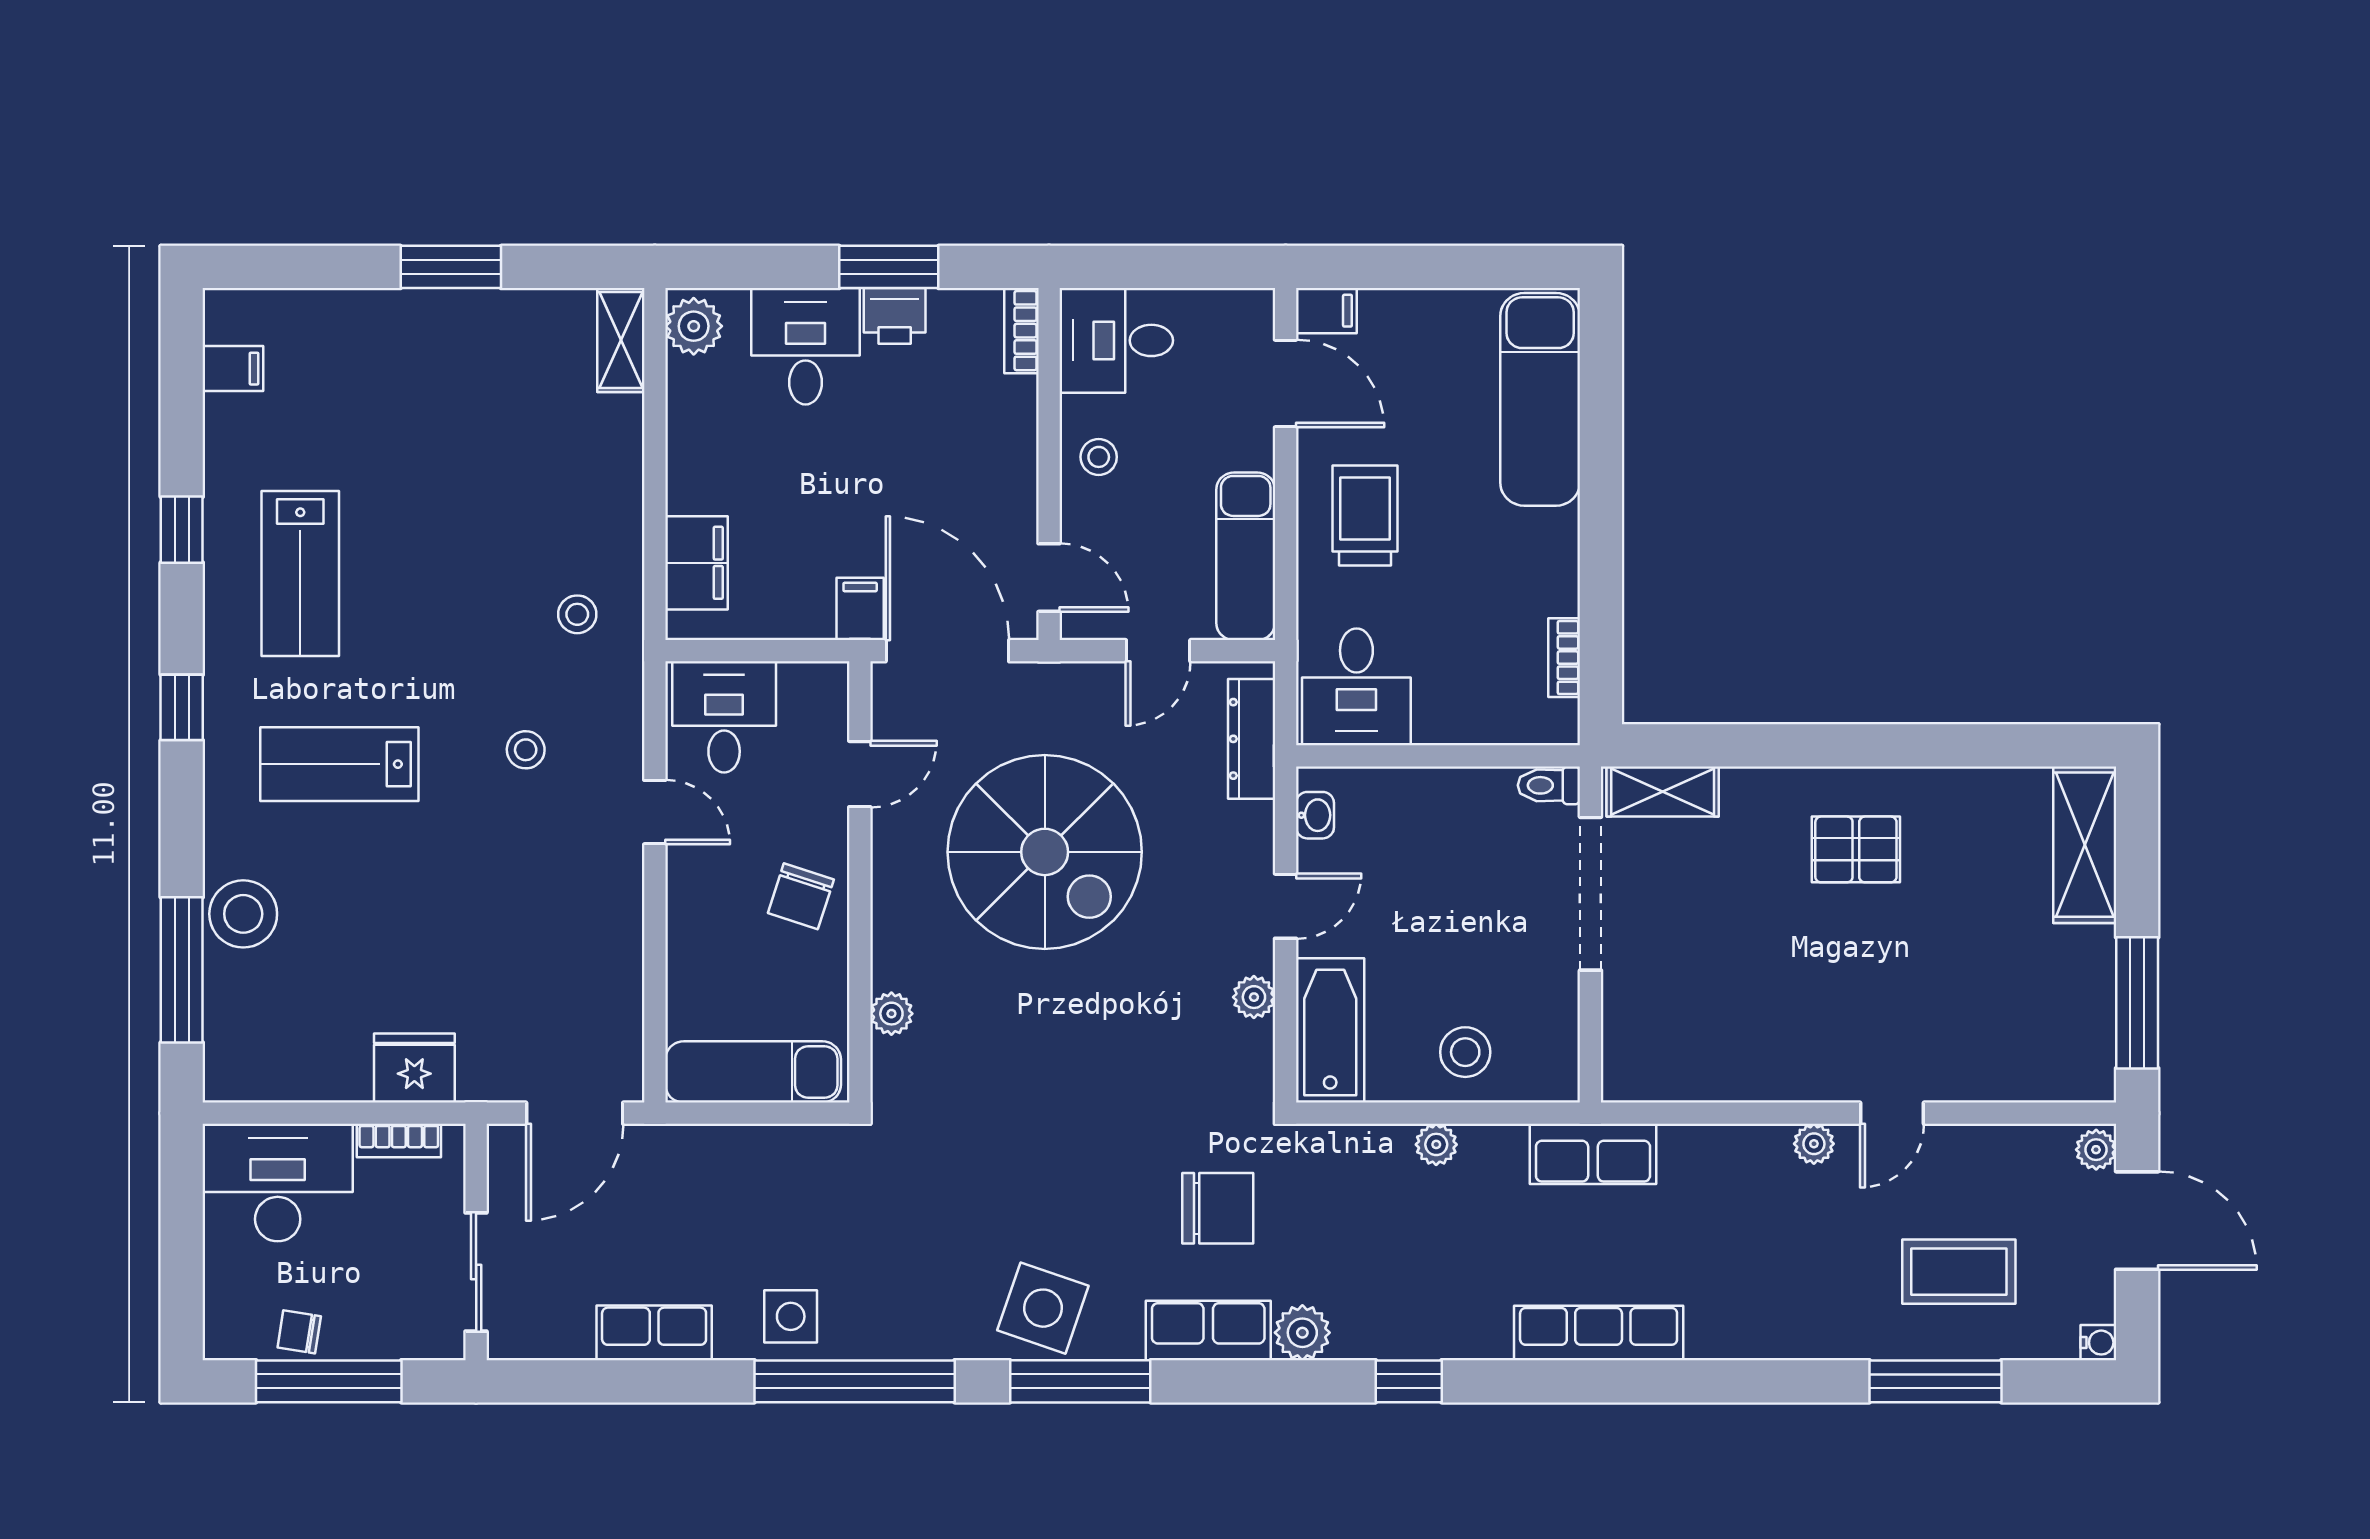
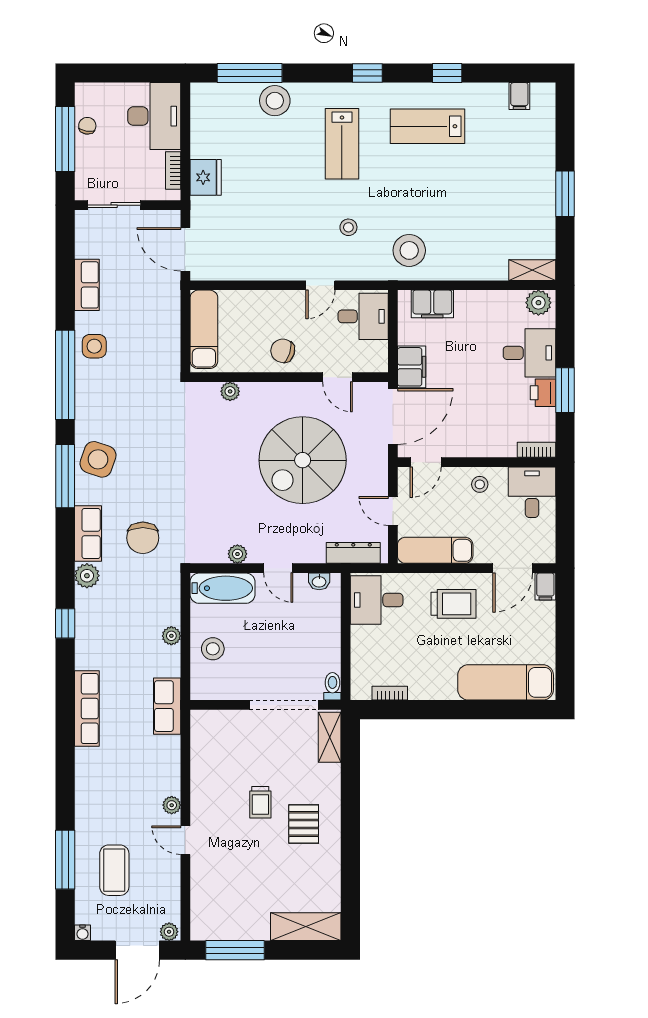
filing cabinet: (860, 609) -> (412, 367), width x2.00
stool: (577, 614) -> (409, 250), width x1.89, depth x1.89
lab bench: (339, 764) -> (342, 144), turned 180
trolley: (1808, 946) -> (260, 802), added

